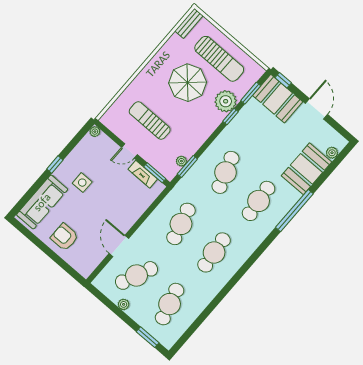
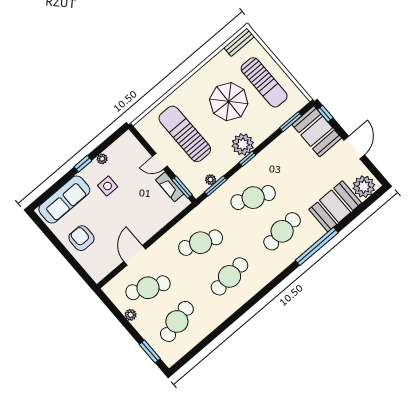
plant: (226, 101) -> (243, 144), moved
window: (231, 116) -> (247, 159), moved
sun lounger: (150, 120) -> (185, 134), width x1.36, depth x1.34
plant: (95, 132) -> (102, 159), moved
plant: (332, 153) -> (364, 187), width x1.87, depth x1.87
cafe table: (226, 172) -> (253, 198), turned 42
cafe table: (181, 224) -> (201, 243), turned 36

